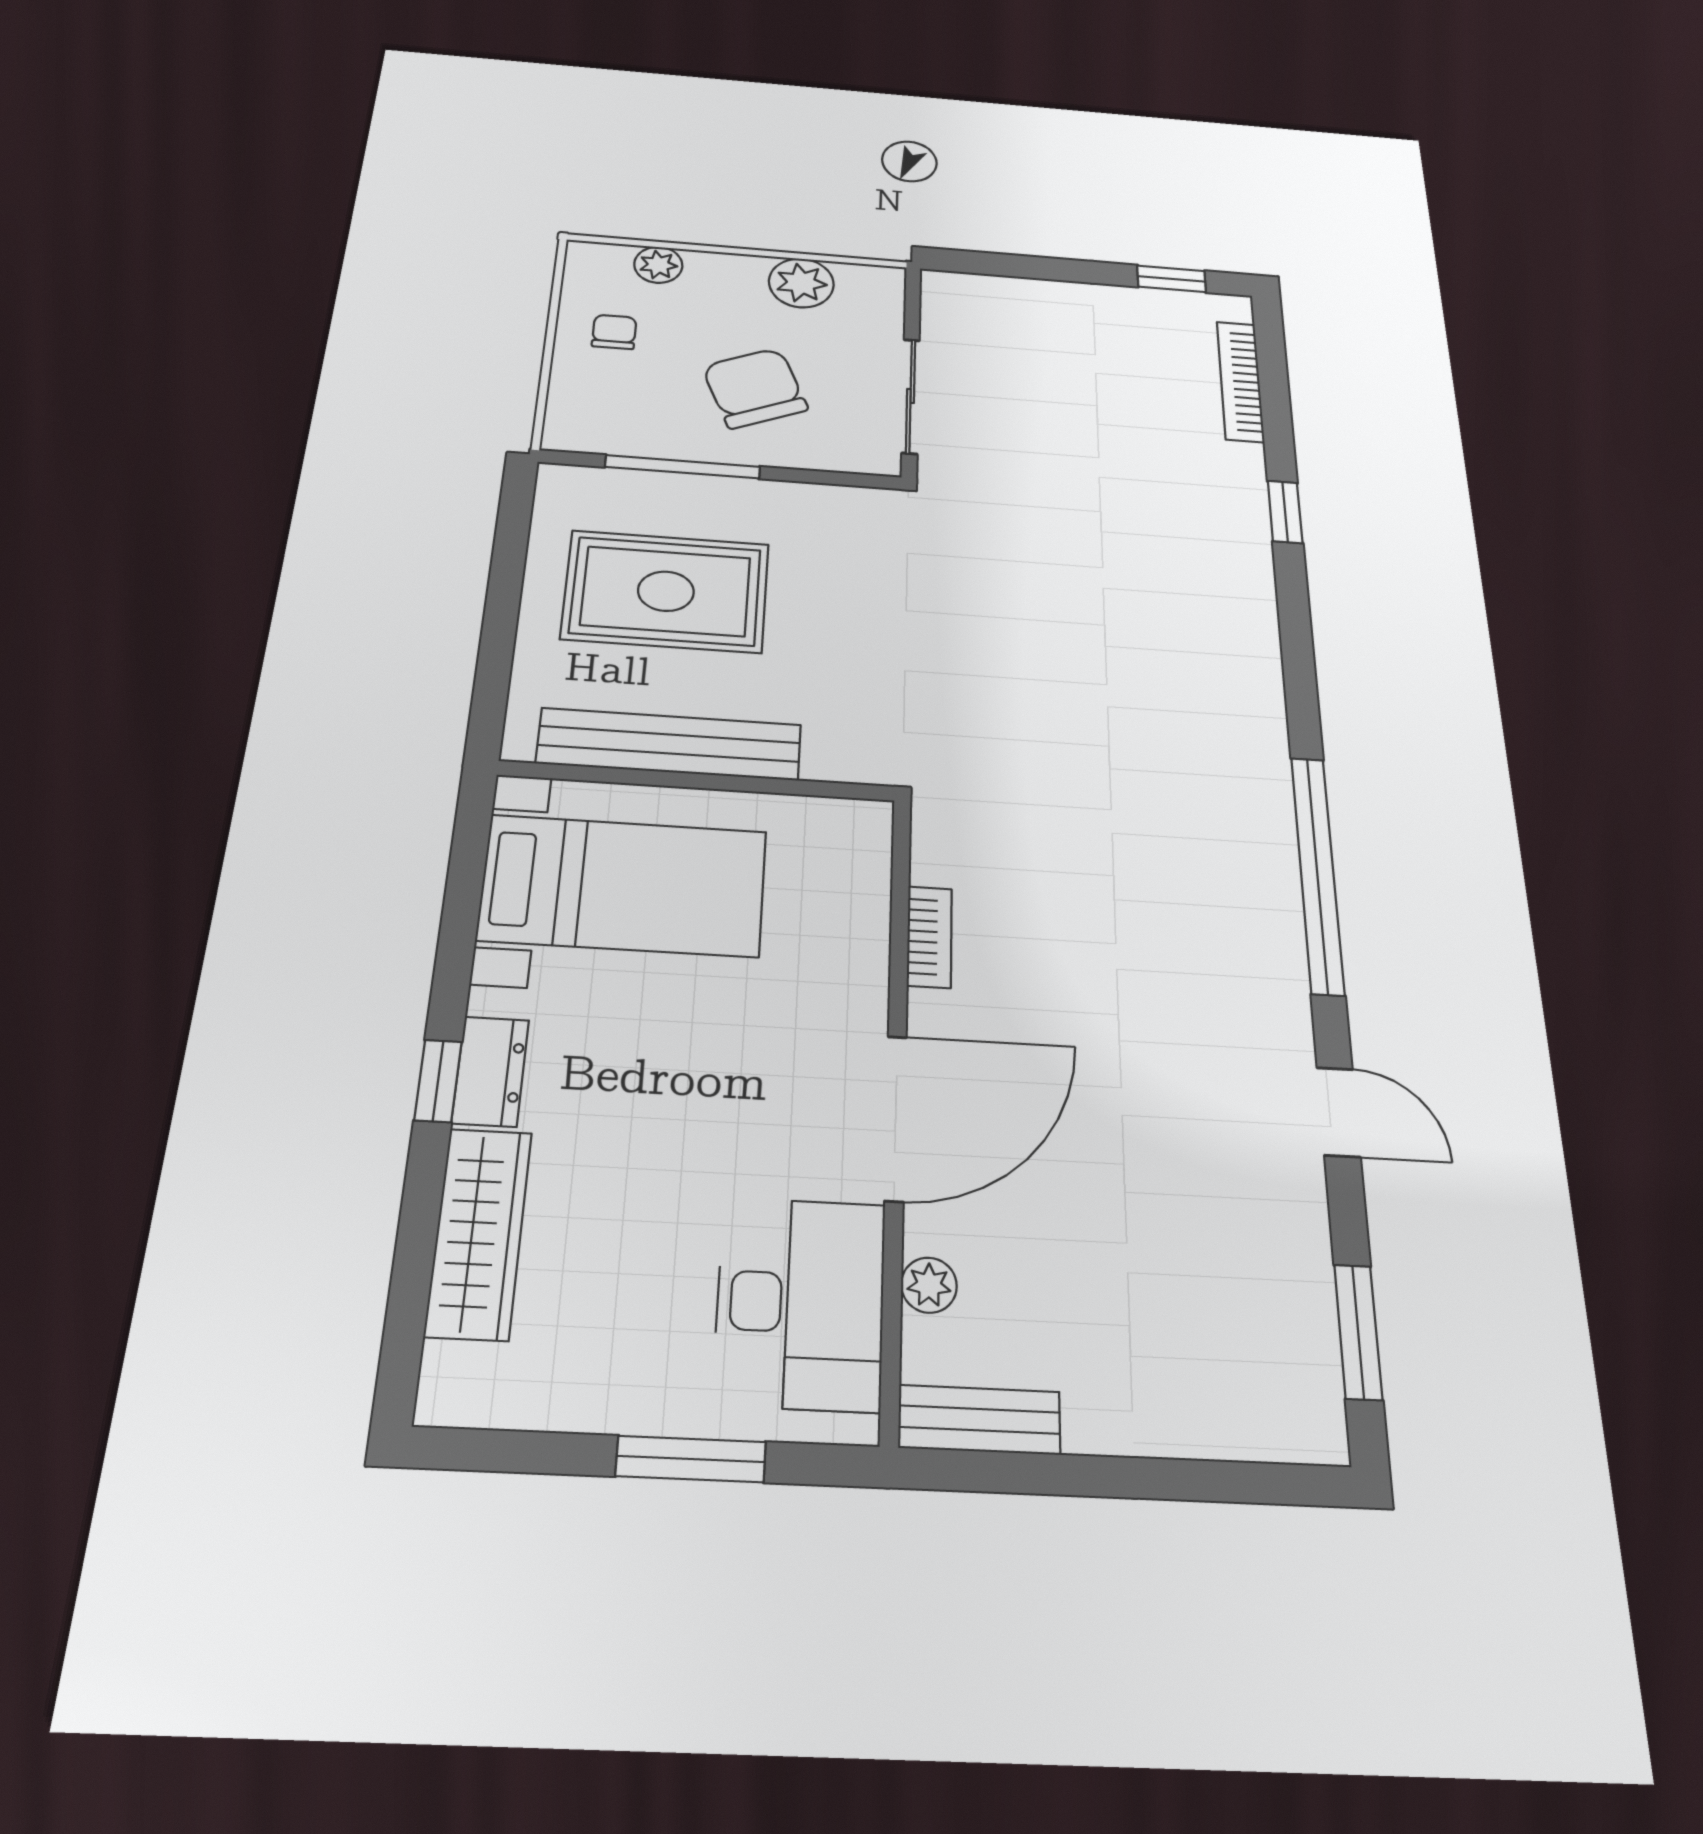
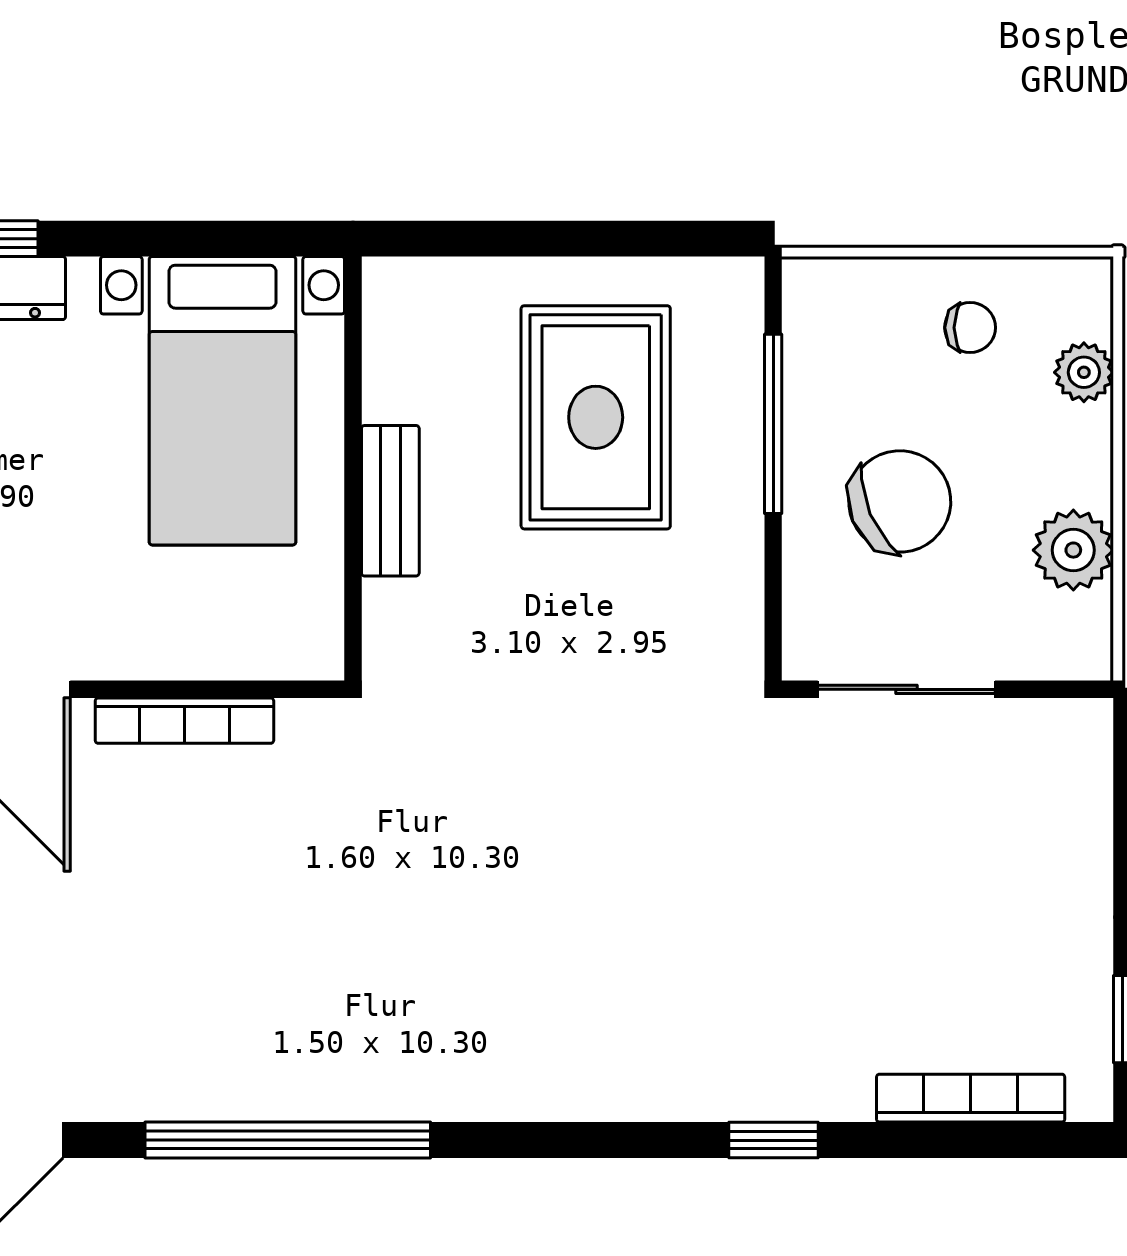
bench: (669, 744) -> (390, 501), width x0.54, depth x0.82
bookcase: (929, 937) -> (184, 721), width x1.56

